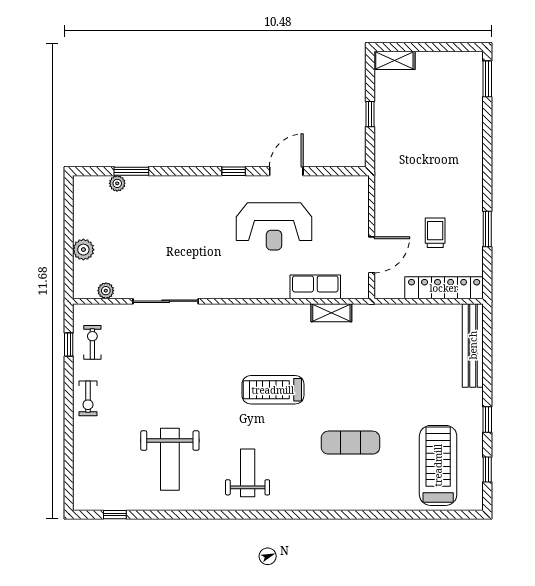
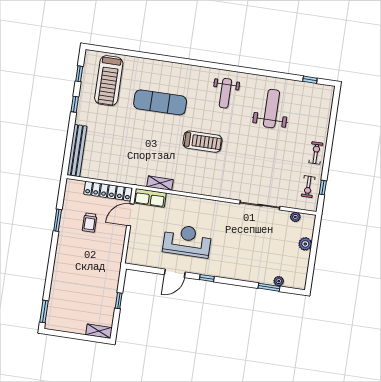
row of seats: (315, 287) -> (150, 198), moved
locker: (444, 288) -> (108, 191), moved
exercise mat: (350, 443) -> (160, 102), width x1.36, depth x1.45

